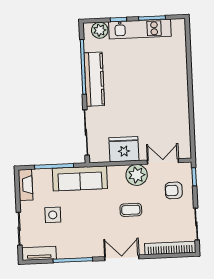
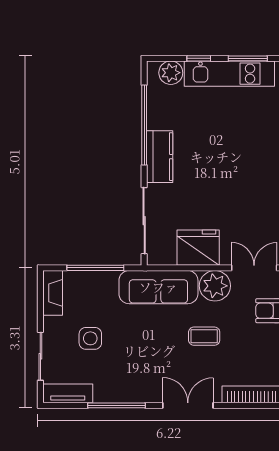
kitchen counter: (94, 79) -> (160, 157), width x0.67
sofa: (80, 178) -> (158, 287), moved

